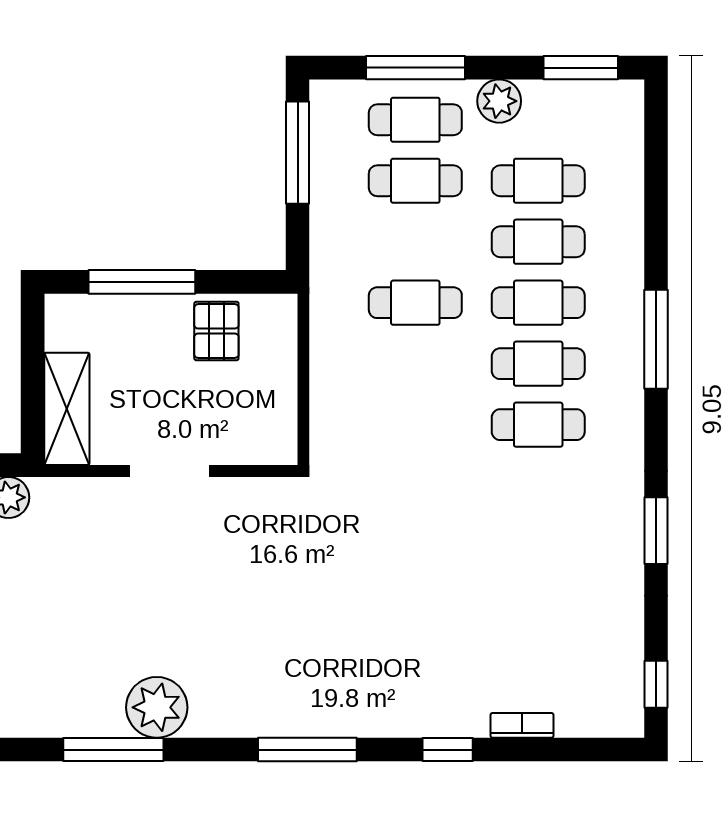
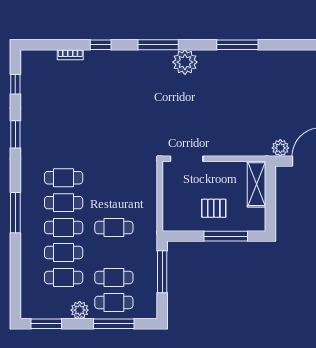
window: (298, 153) -> (162, 272), moved
pallet: (216, 331) -> (214, 208), moved, turned 90
doorway: (170, 471) -> (187, 159), moved
window: (656, 684) -> (15, 84), moved
plant: (157, 707) -> (185, 62), moved

